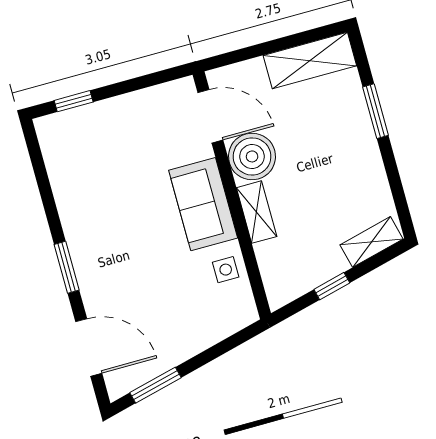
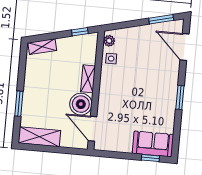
sofa: (203, 204) -> (153, 144), moved, turned -90
window: (67, 267) -> (180, 97), moved
window: (332, 286) -> (80, 32), moved
plant: (243, 304) -> (109, 41), added

